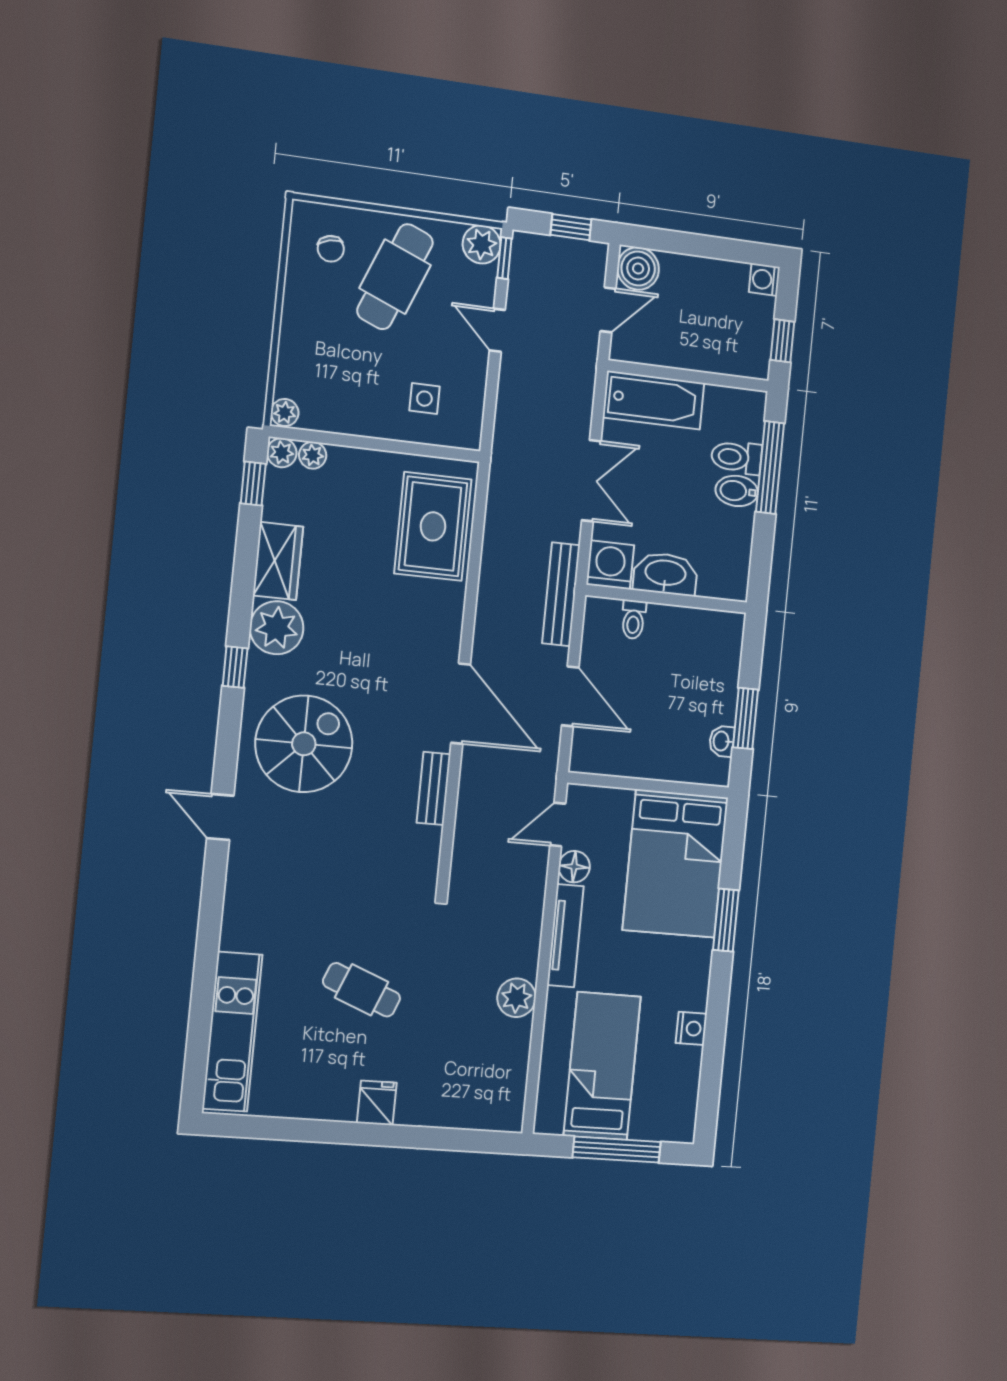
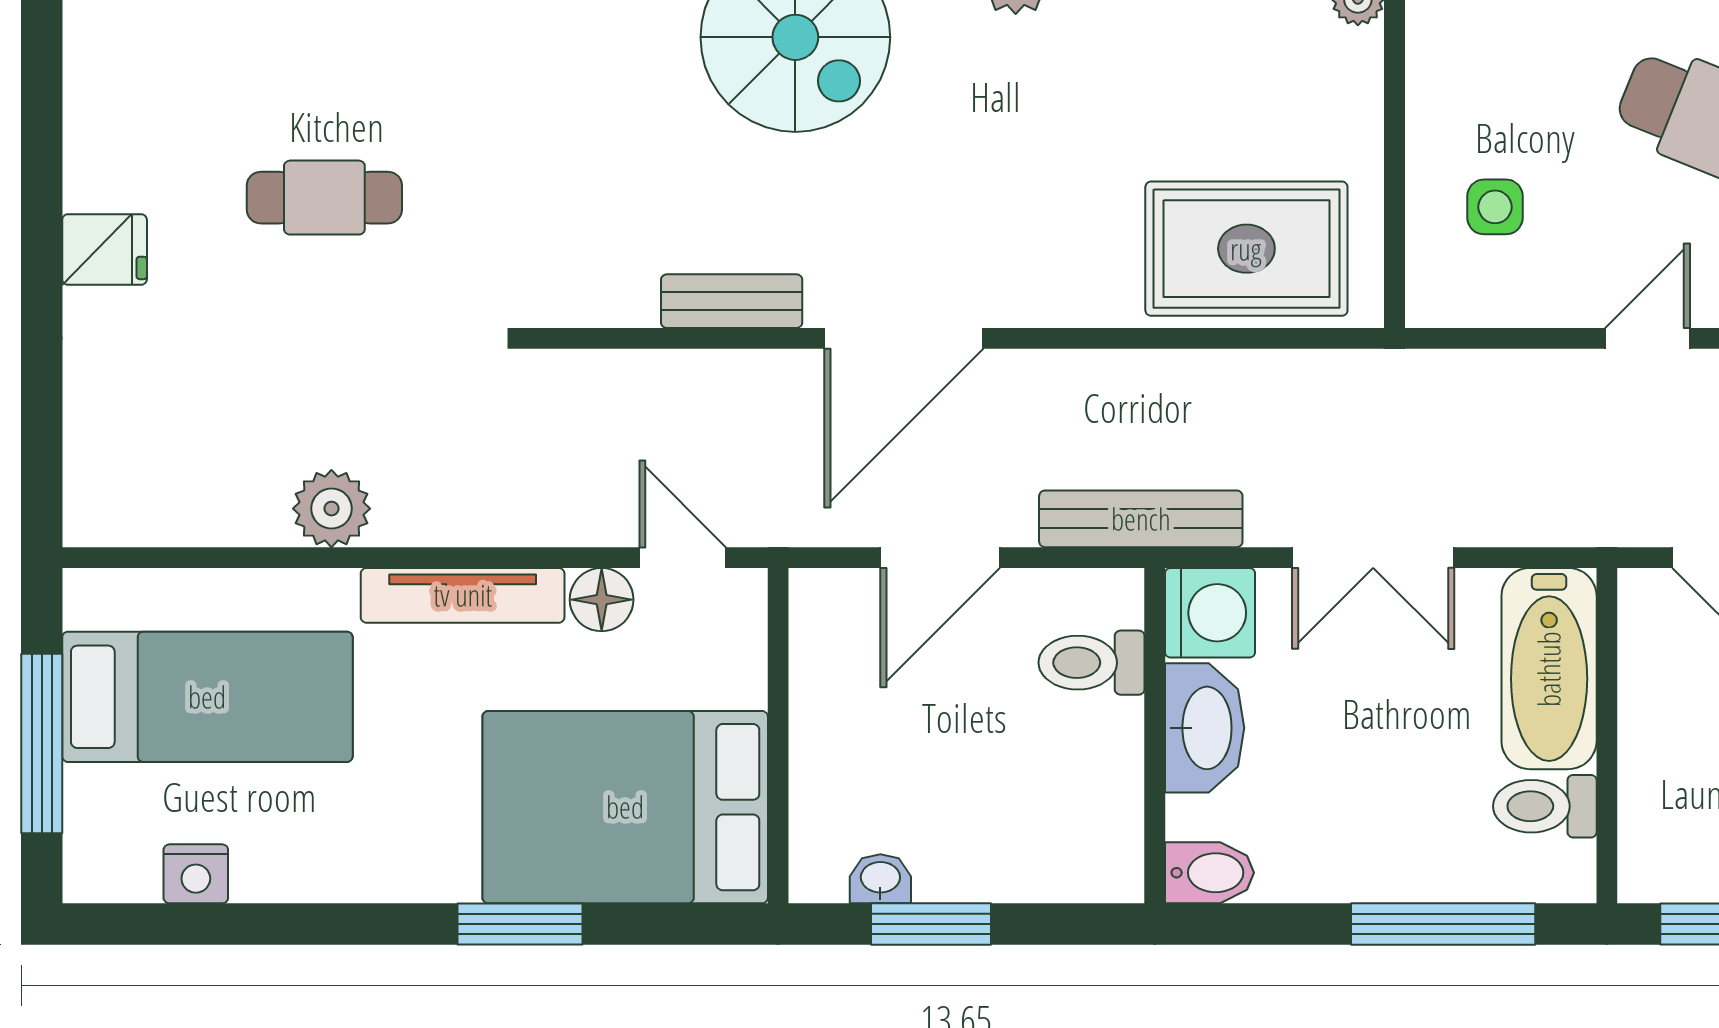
toilet: (736, 457) -> (1545, 806), moved, turned -90
bidet: (737, 491) -> (1209, 873), moved, turned 90
toilet: (633, 619) -> (1092, 663), width x1.37, depth x1.39
cafe table: (362, 990) -> (324, 198), turned 68
nightstand: (691, 1028) -> (196, 874), moved

